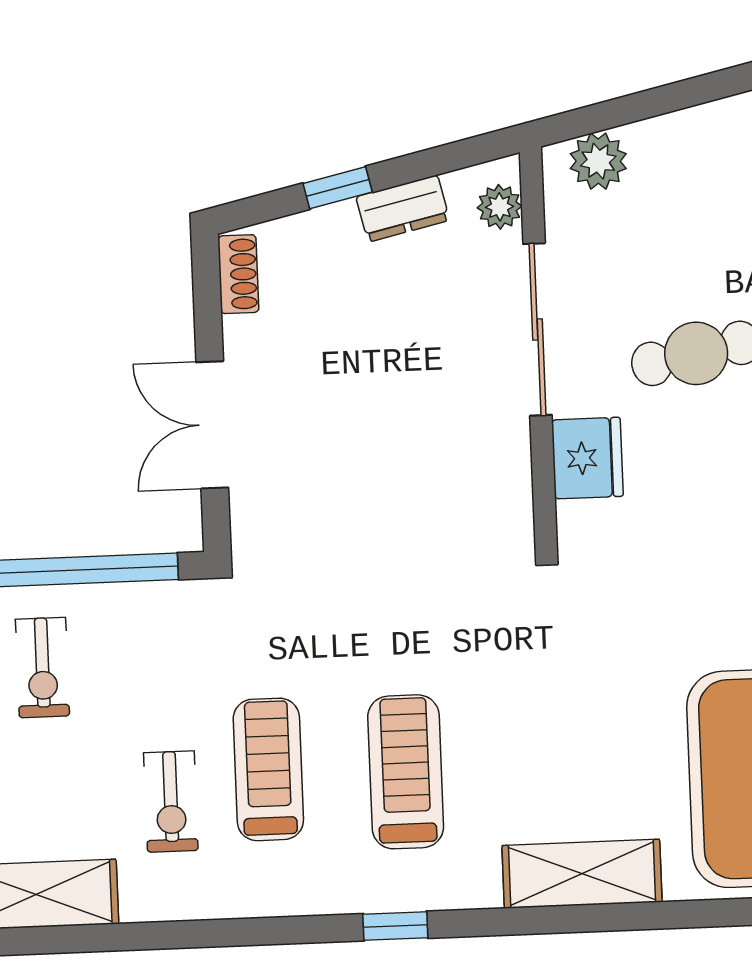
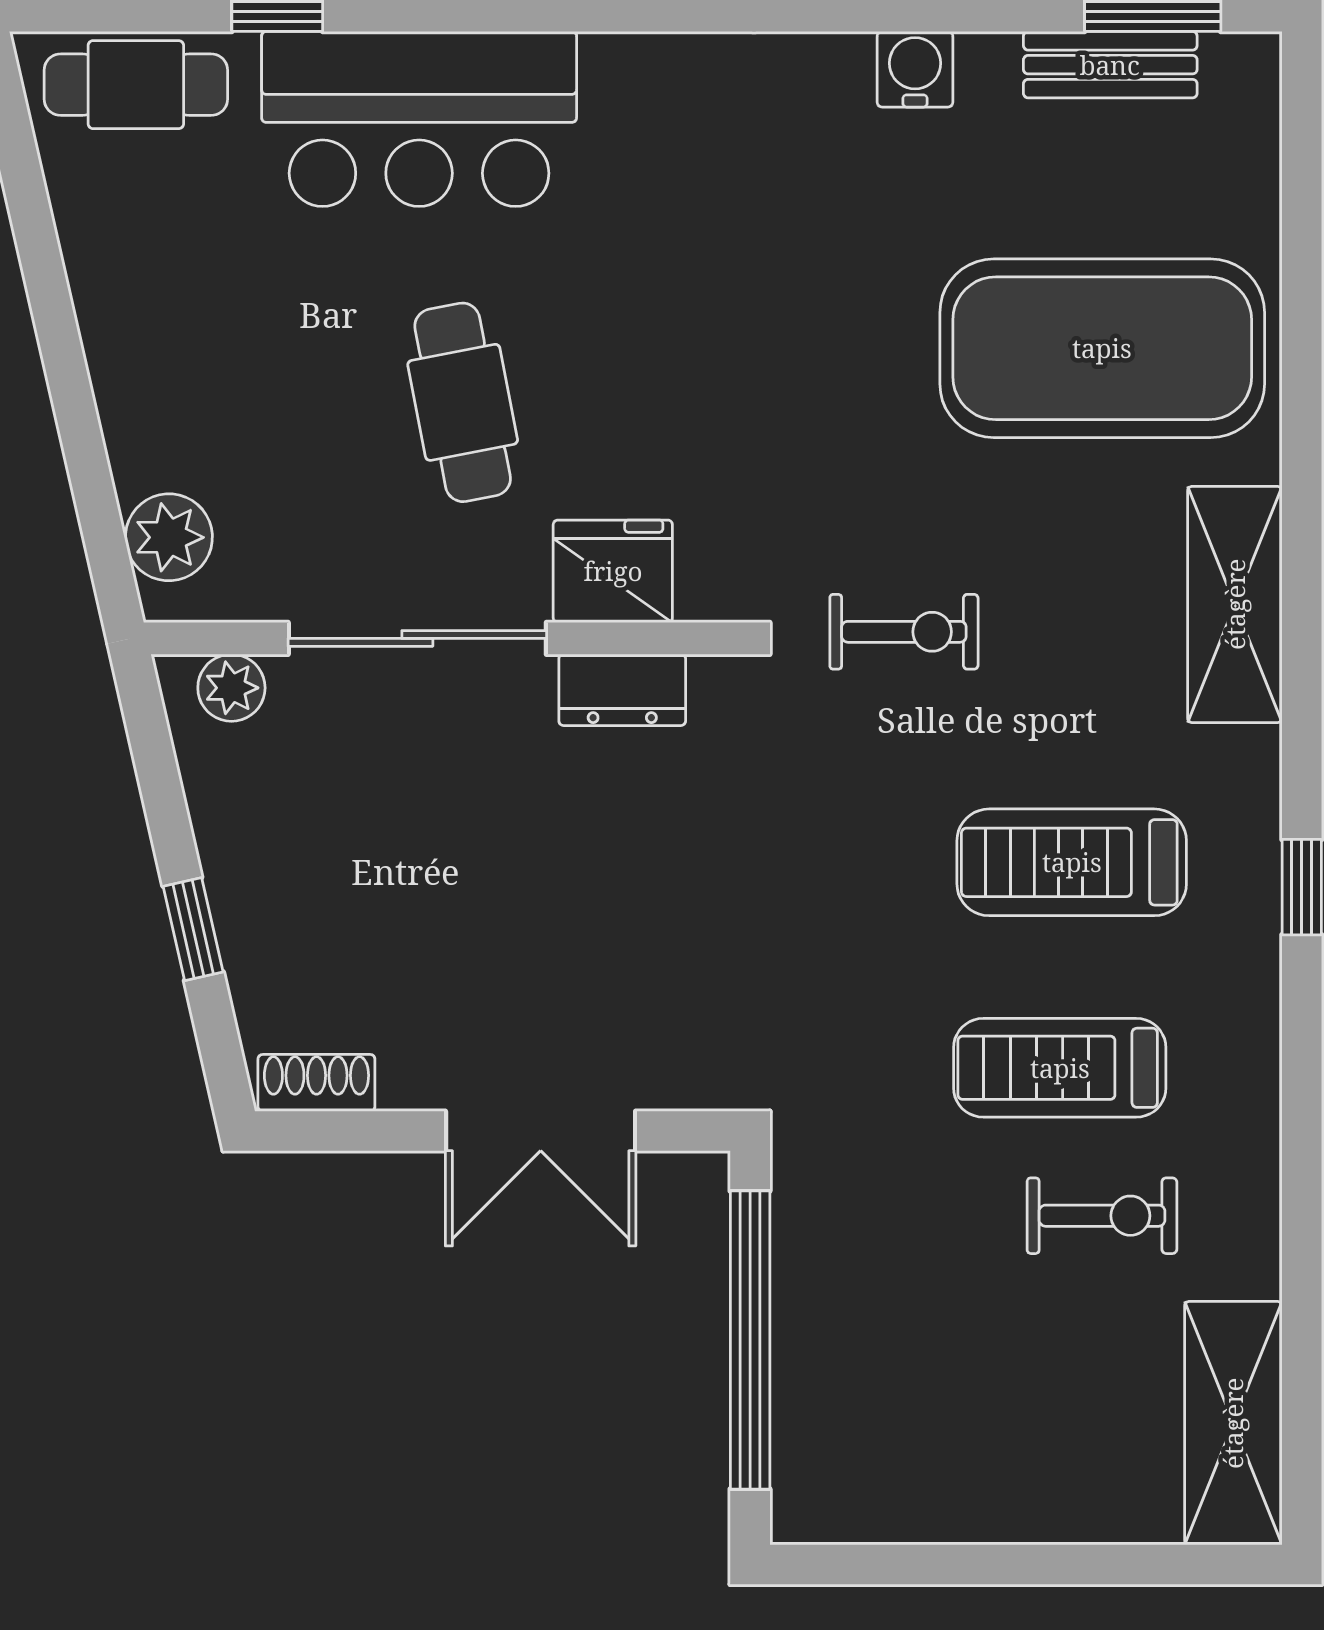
dresser: (403, 208) -> (622, 690), moved, turned 103
exercise bike: (42, 668) -> (904, 632), moved

